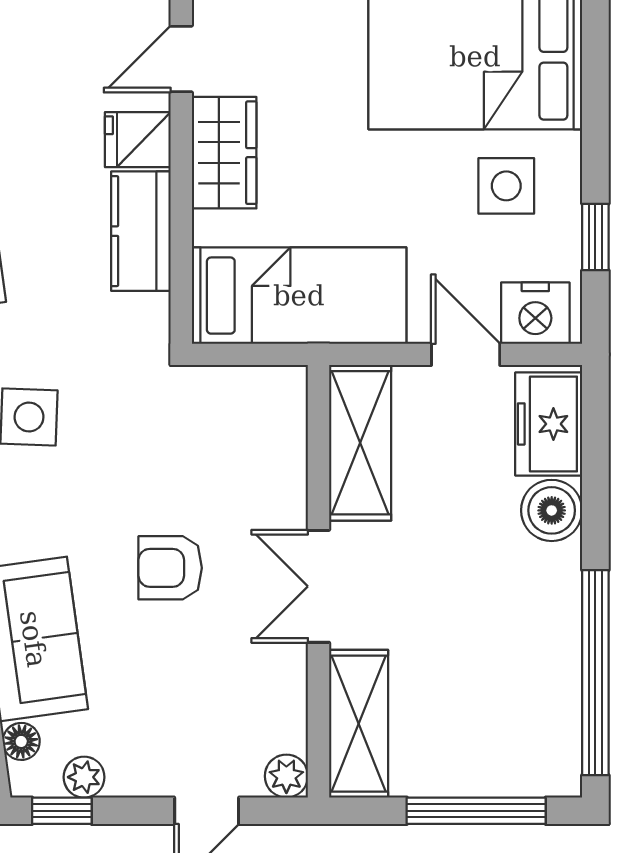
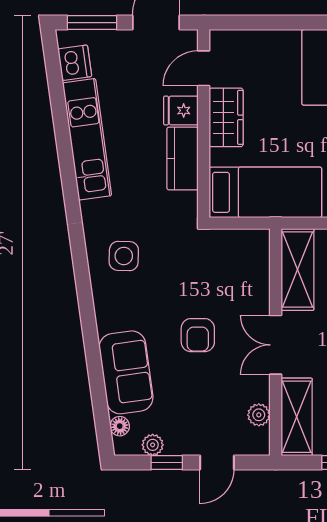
armchair: (170, 568) -> (198, 335), turned -90
plant: (286, 776) -> (259, 415), moved
window: (62, 811) -> (167, 462), moved

